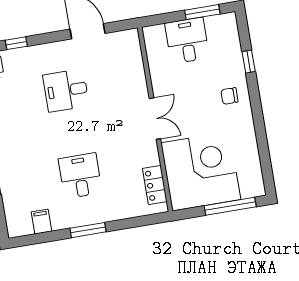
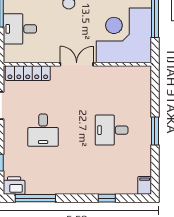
locker: (155, 185) -> (28, 73), moved, width x1.53
filing cabinet: (41, 222) -> (145, 185), moved, turned 90

